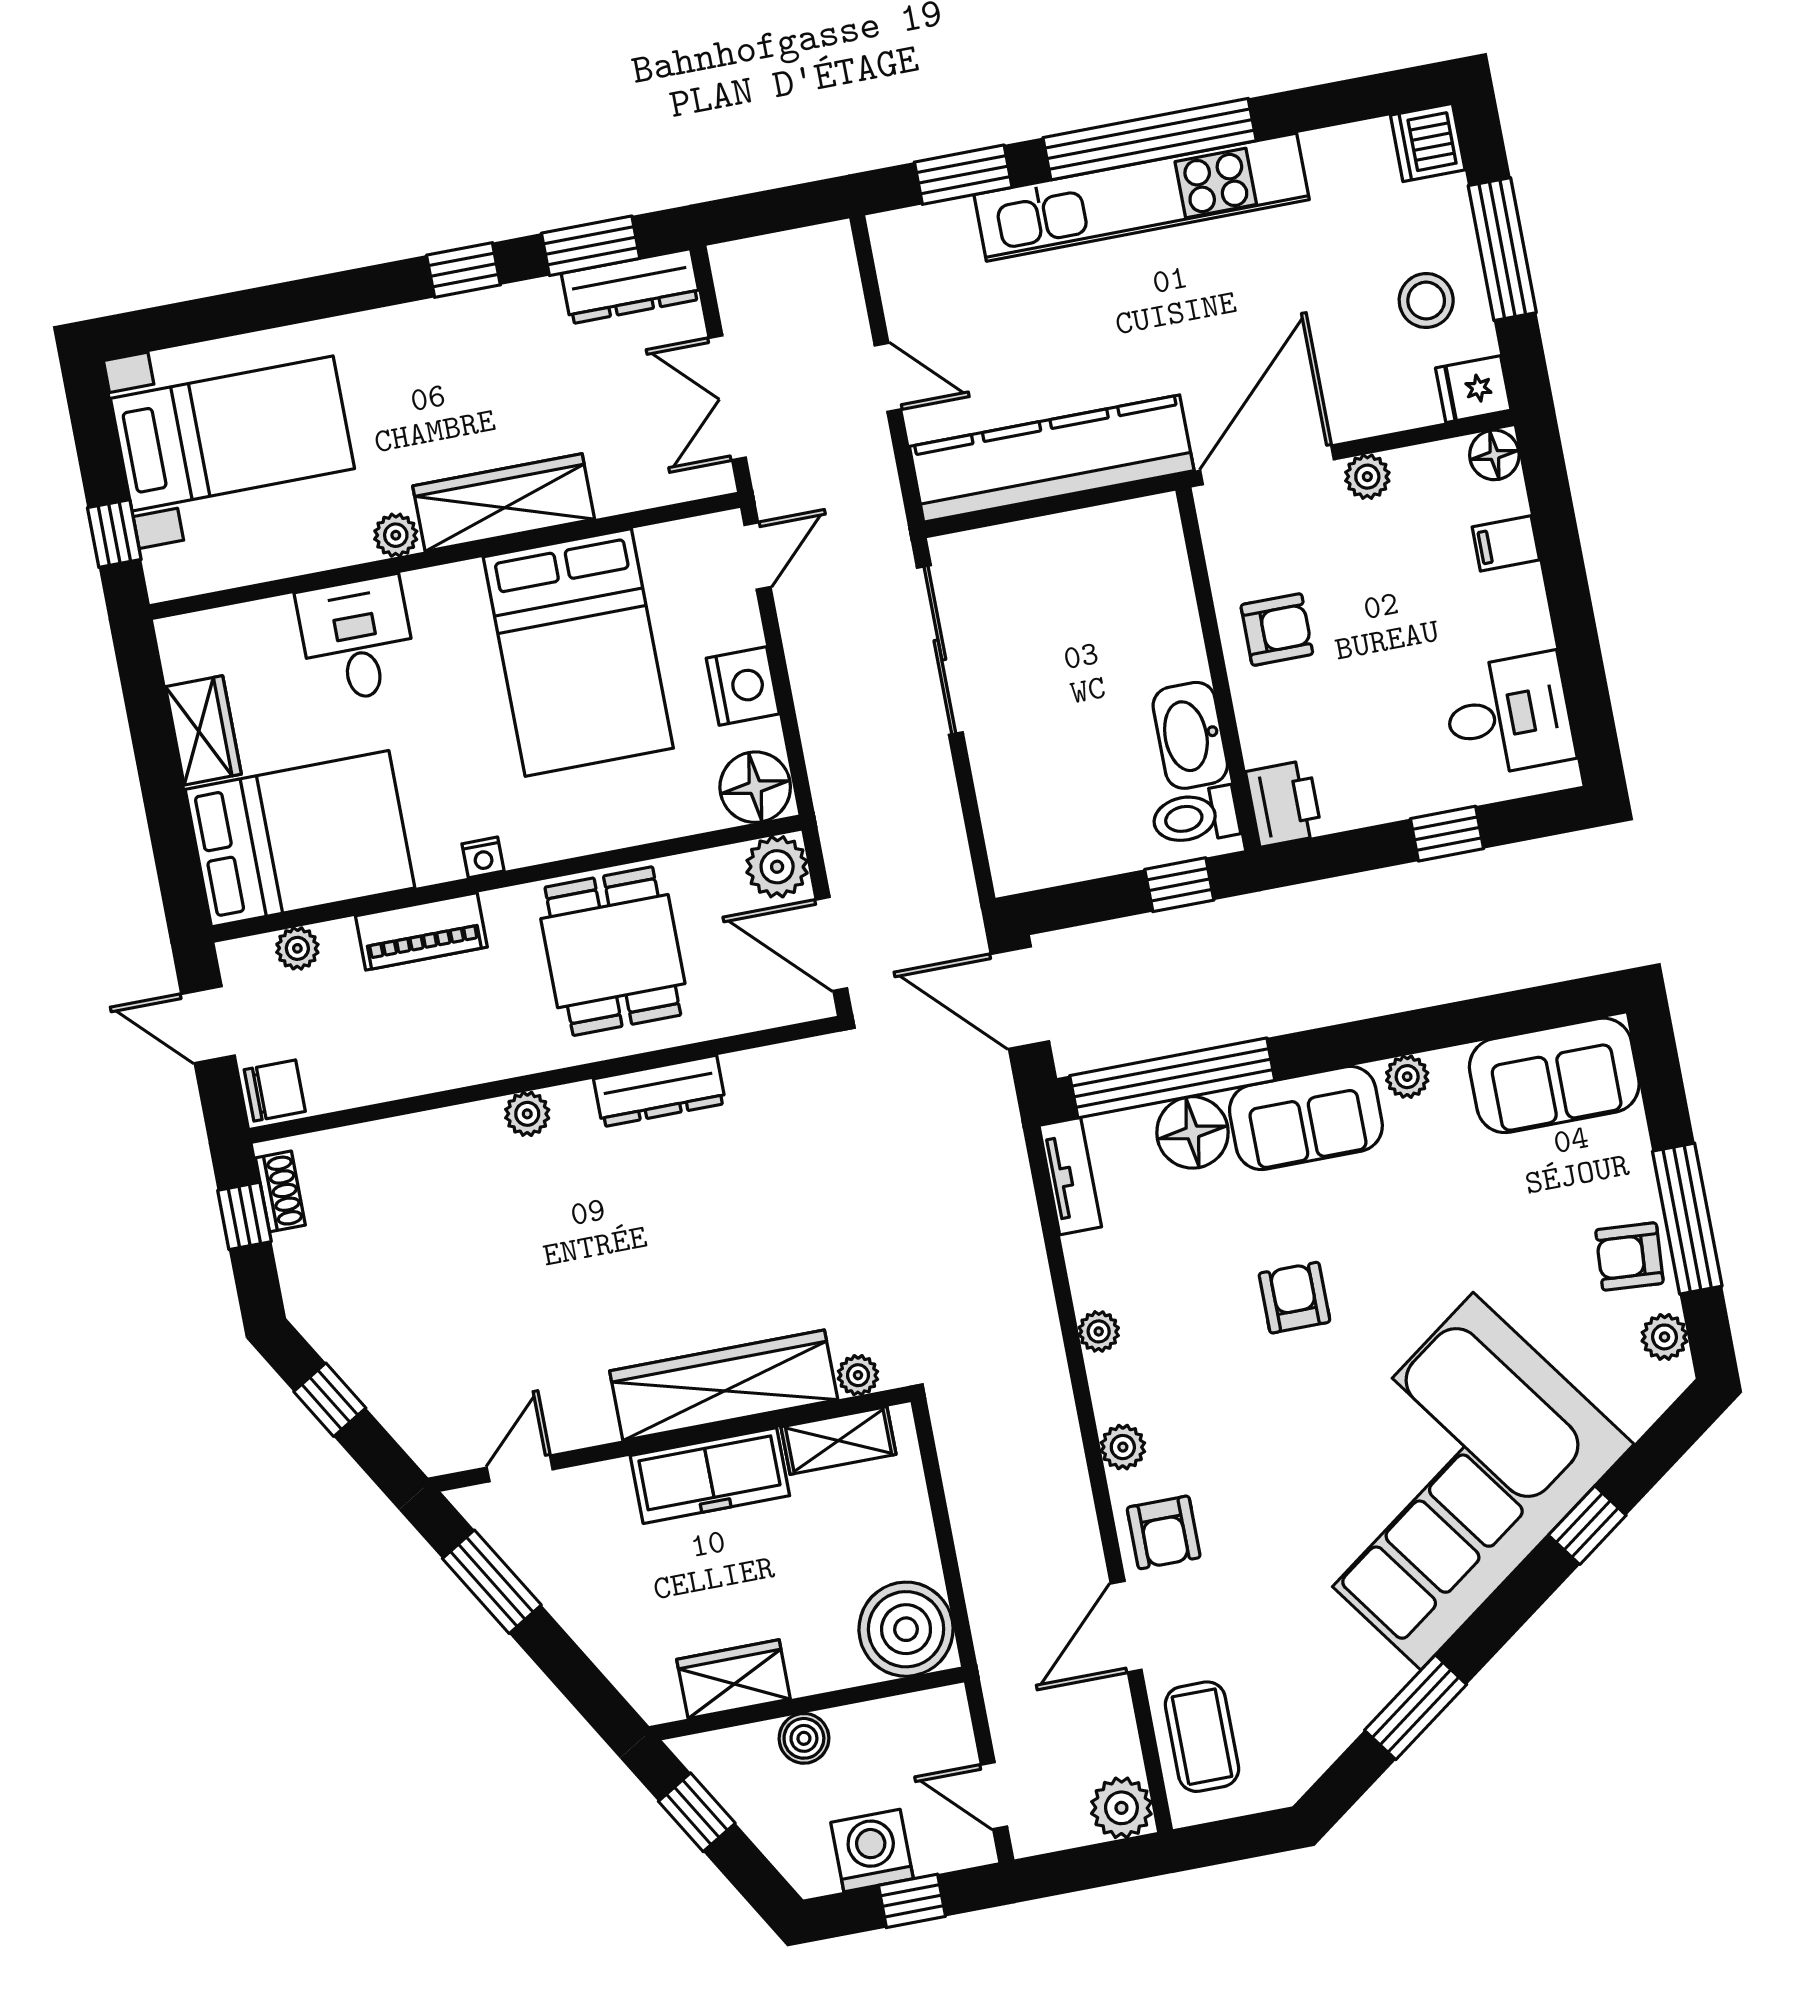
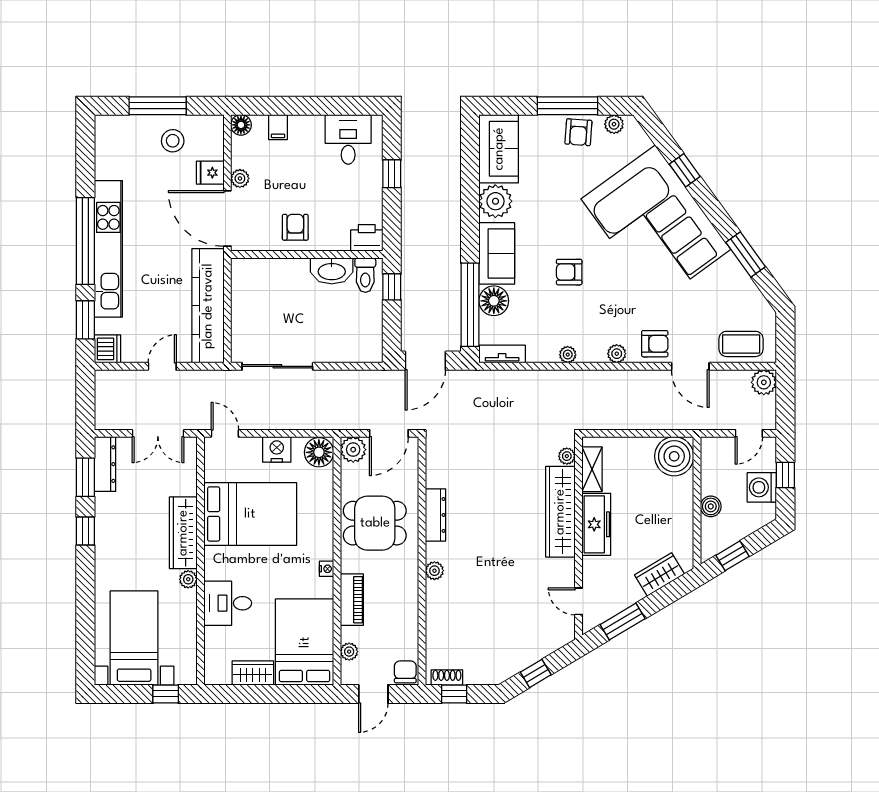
dishwasher: (1428, 142) -> (107, 349), moved, turned -90
fridge: (1473, 389) -> (210, 173), moved, turned 90
plant: (1407, 1077) -> (495, 201), width x1.87, depth x1.87
wardrobe: (734, 1679) -> (659, 574), moved, turned 59

